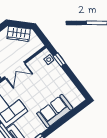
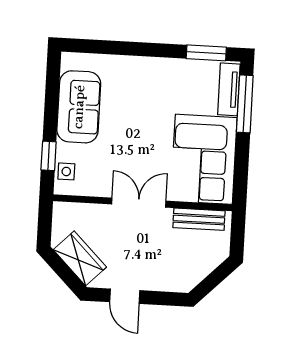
sofa: (55, 111) -> (79, 107), moved, turned -90

